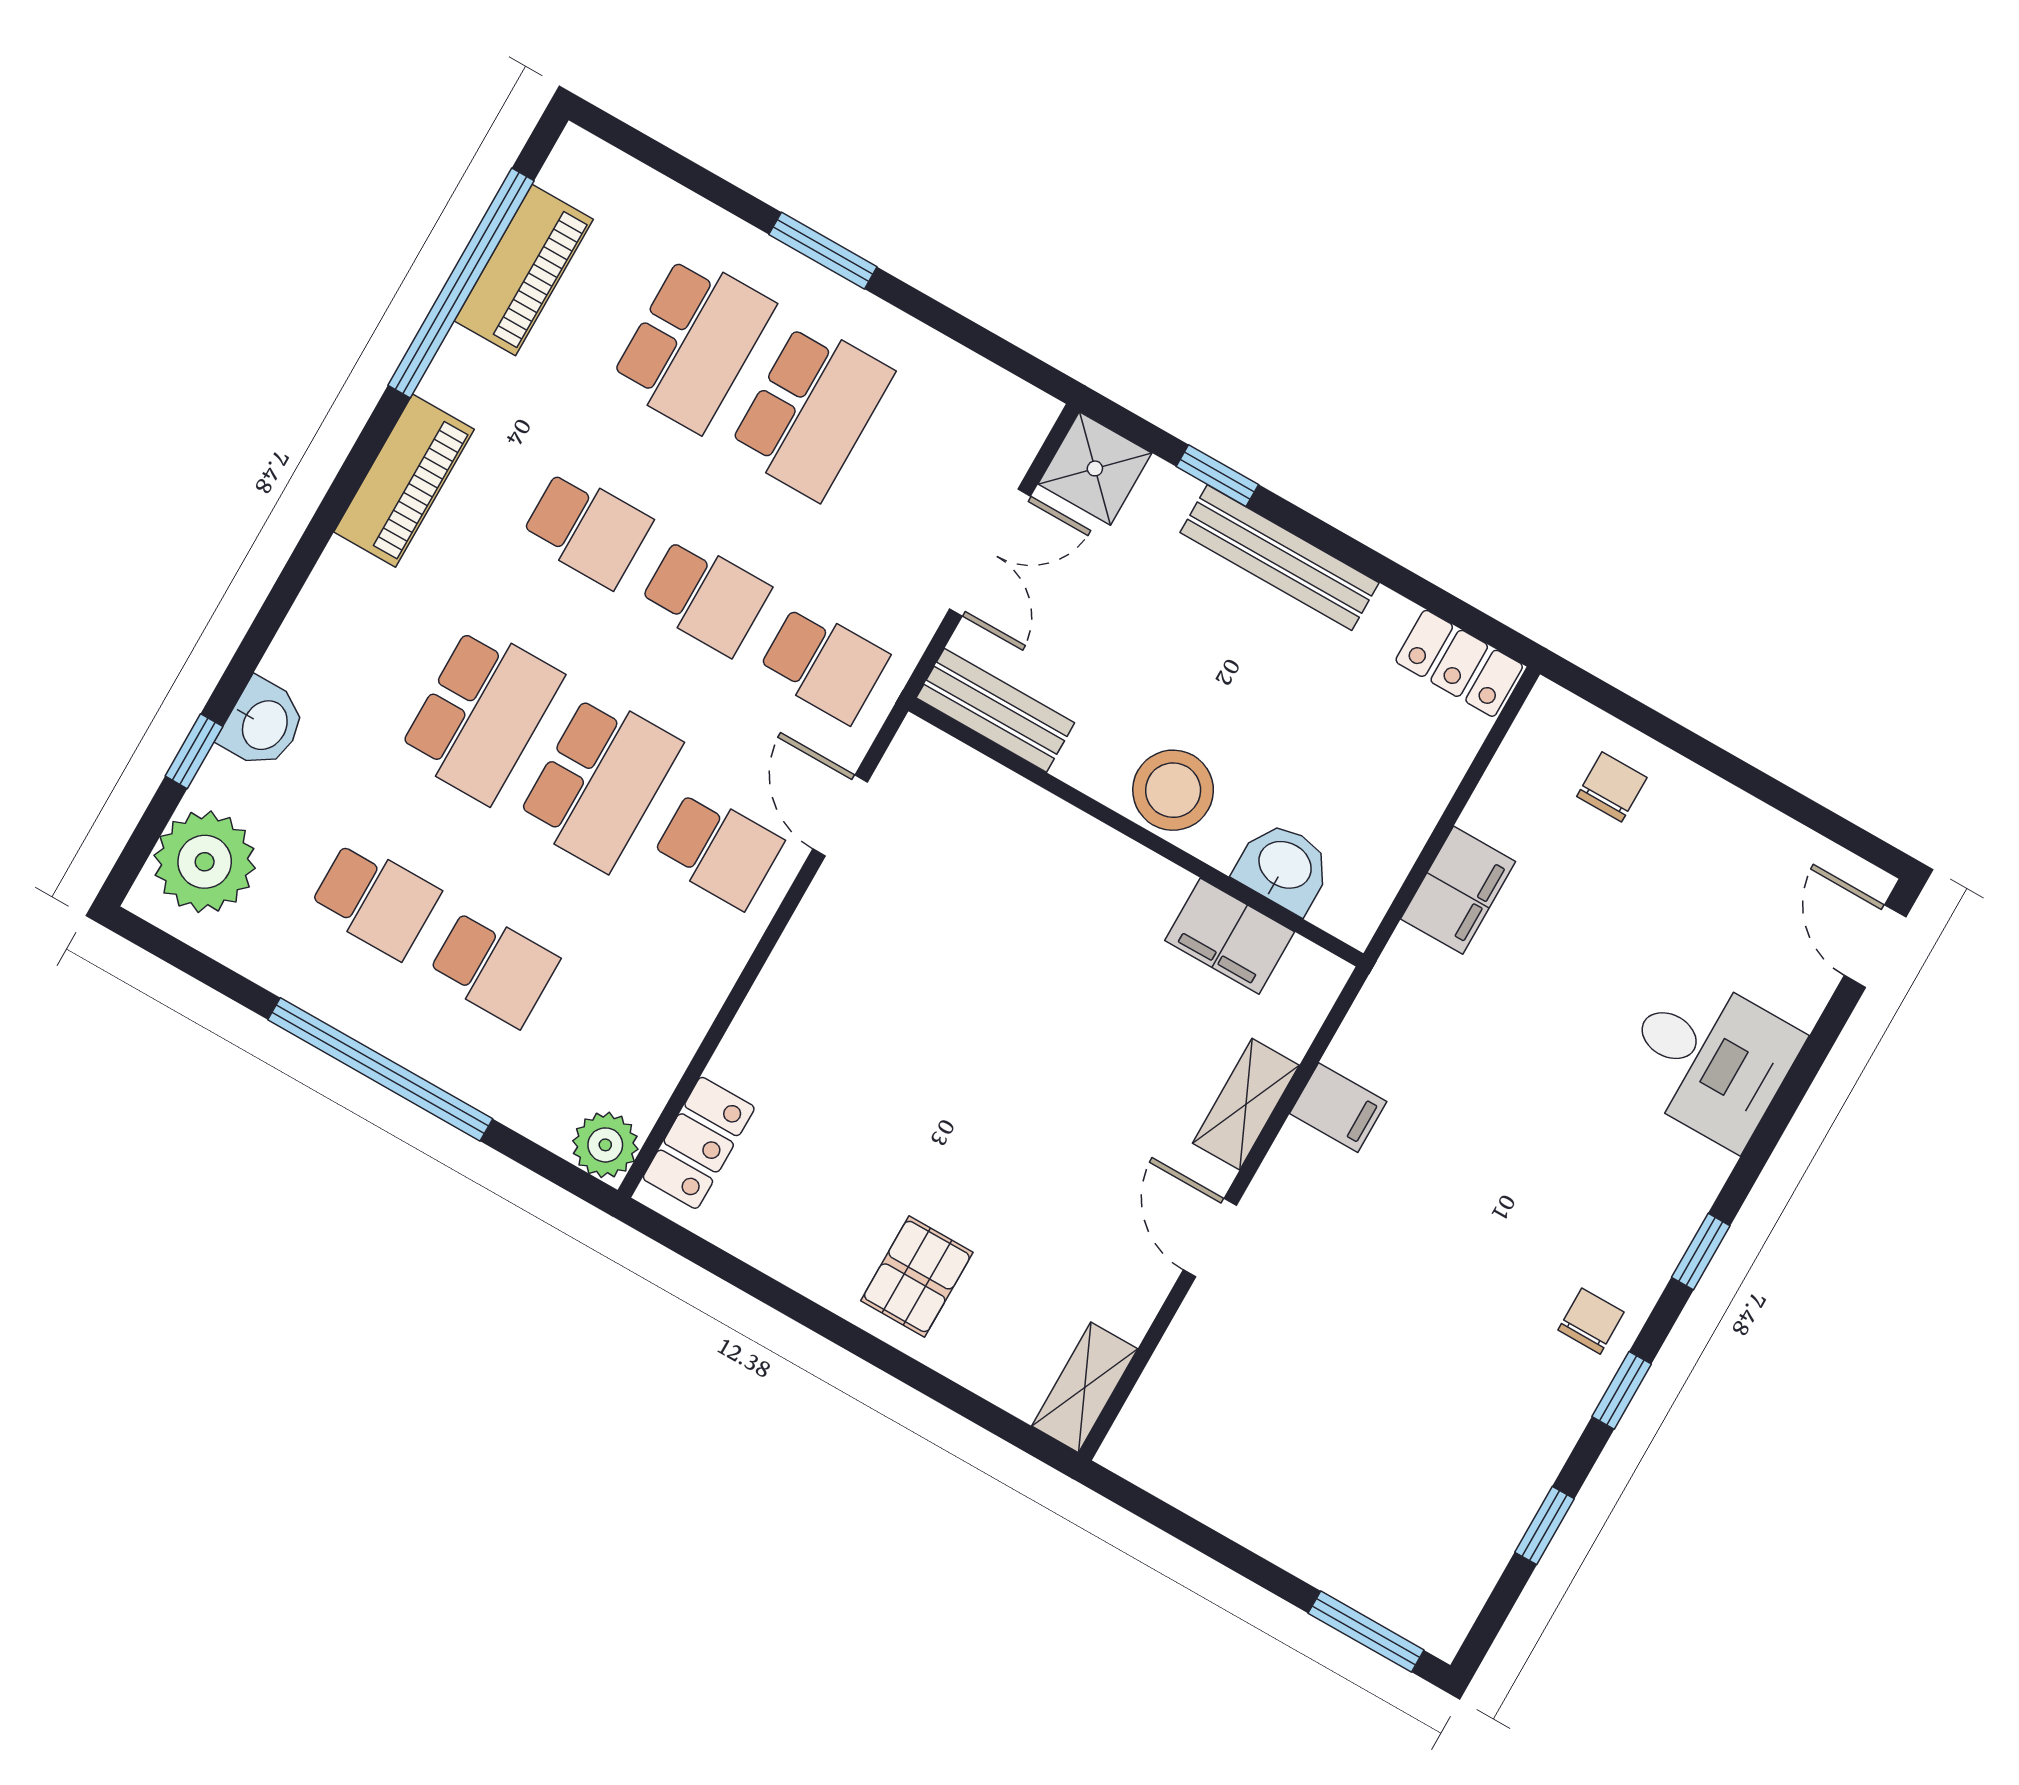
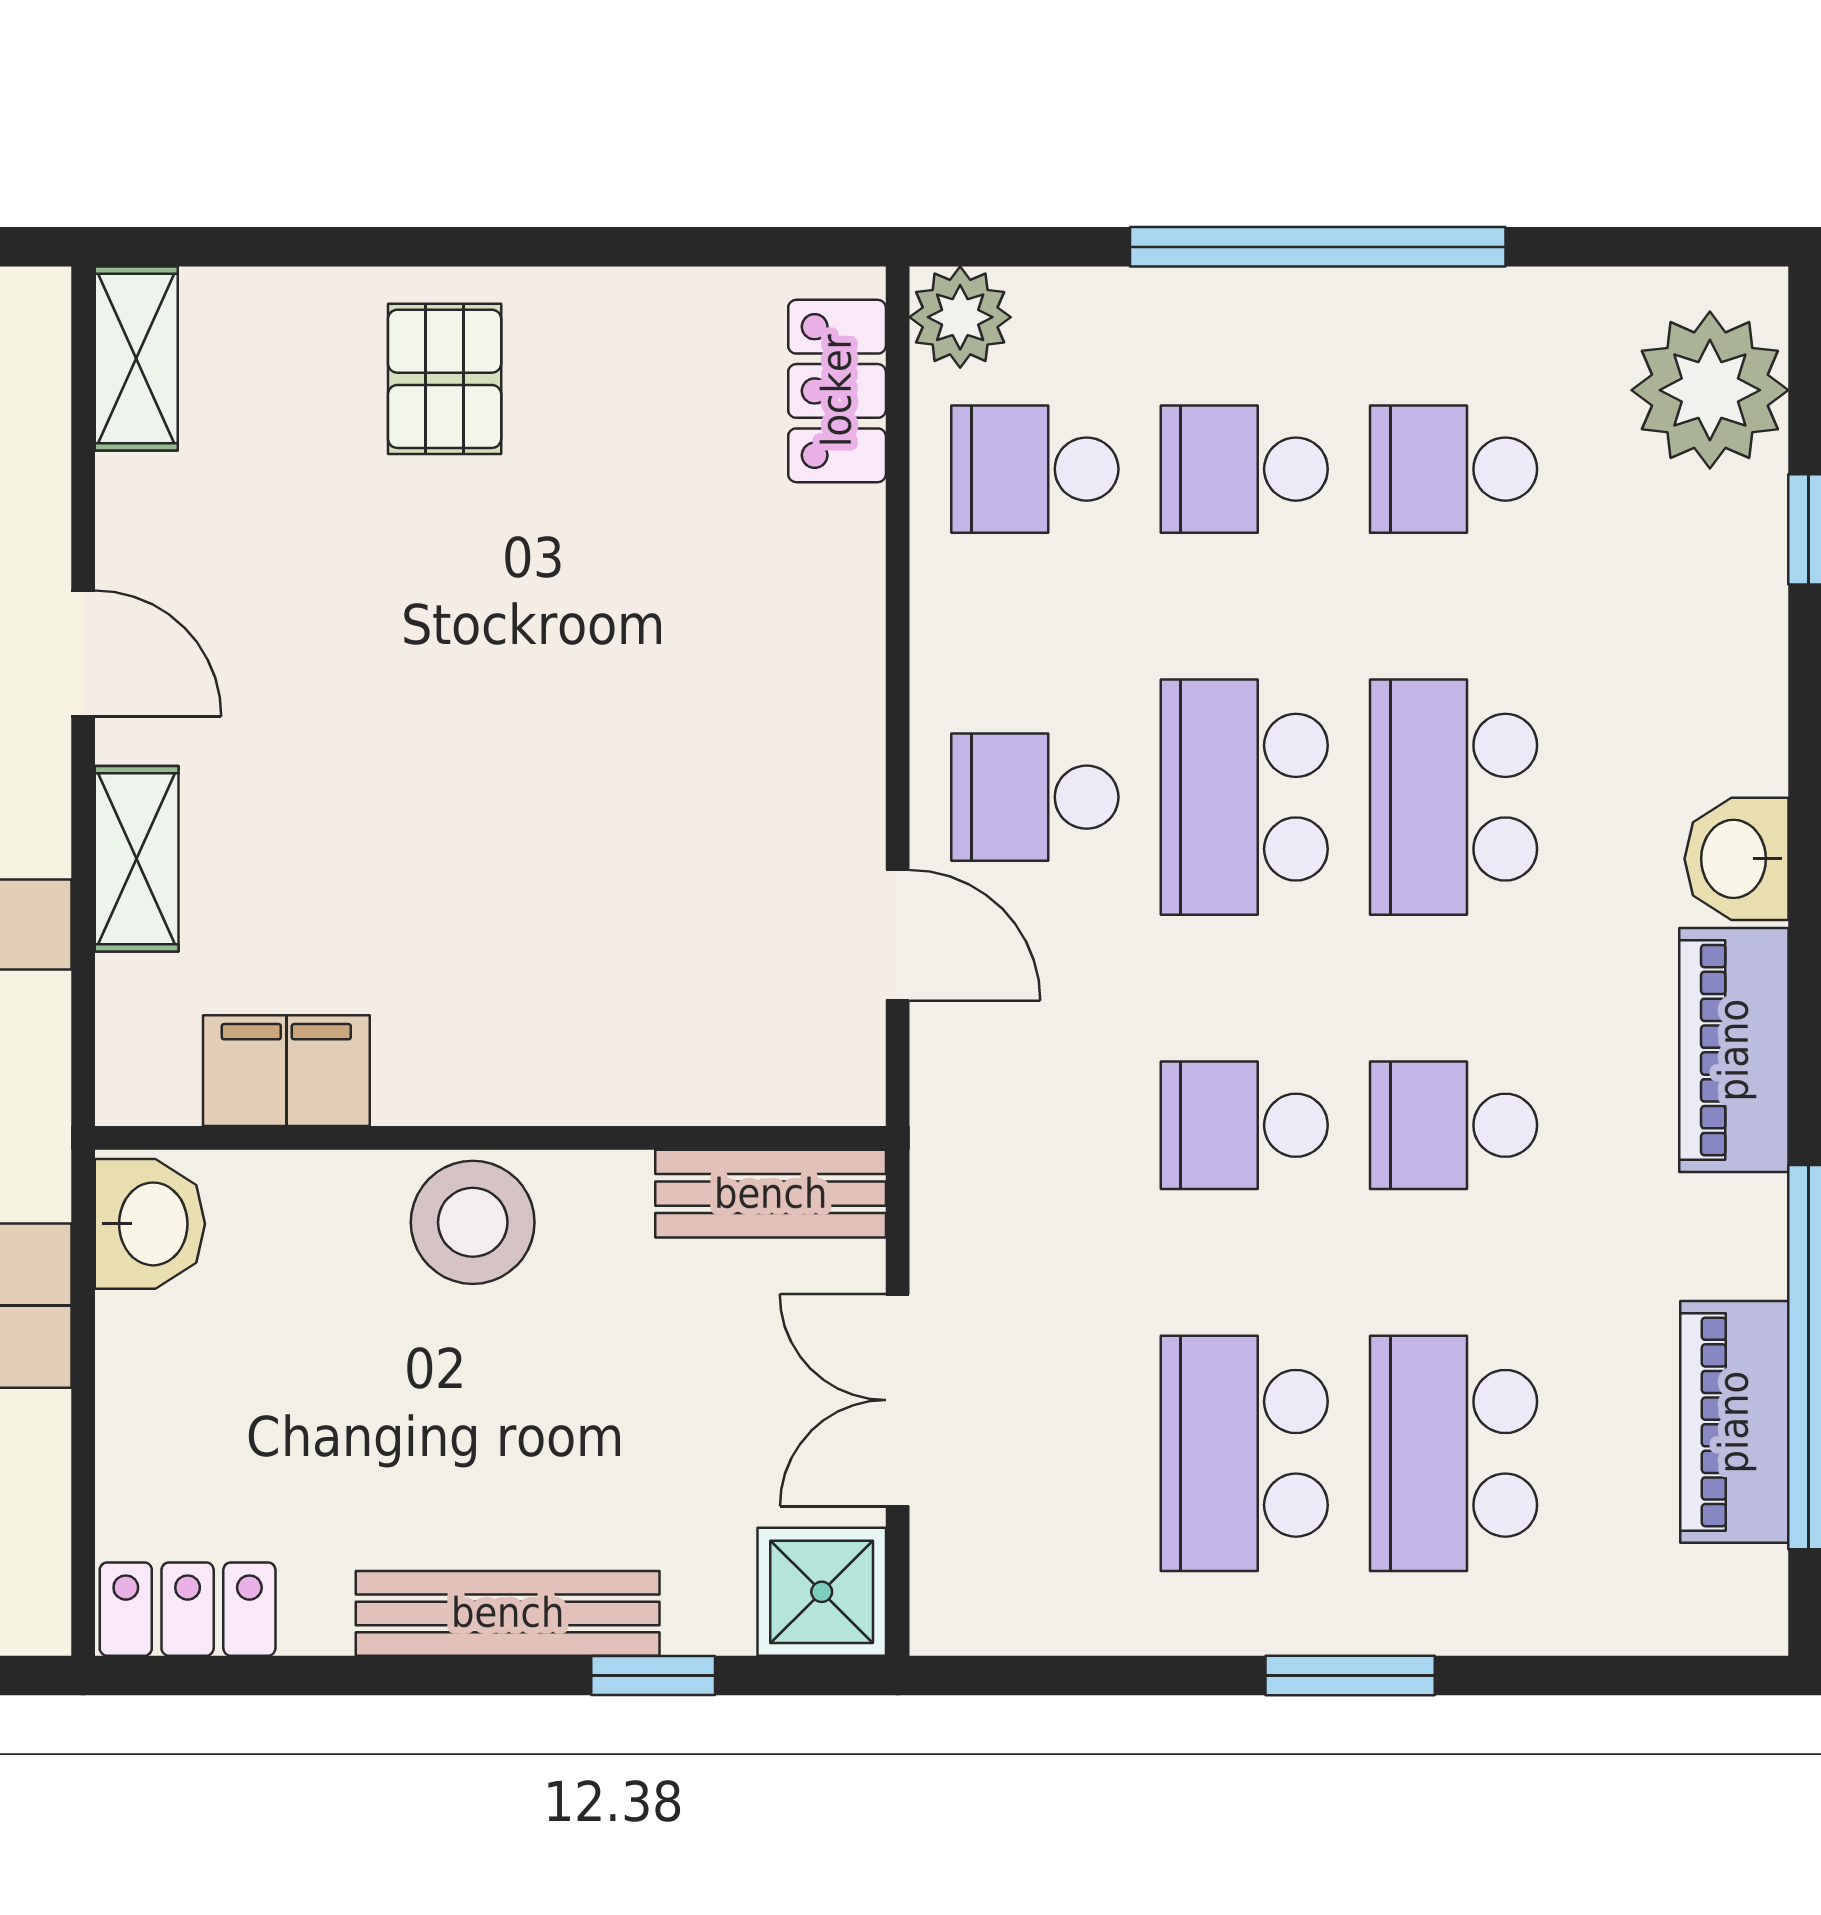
school desk: (824, 664) -> (1035, 469), moved
washbasin: (263, 724) -> (1737, 859), moved
washbasin: (1284, 867) -> (150, 1224), moved, turned -90

